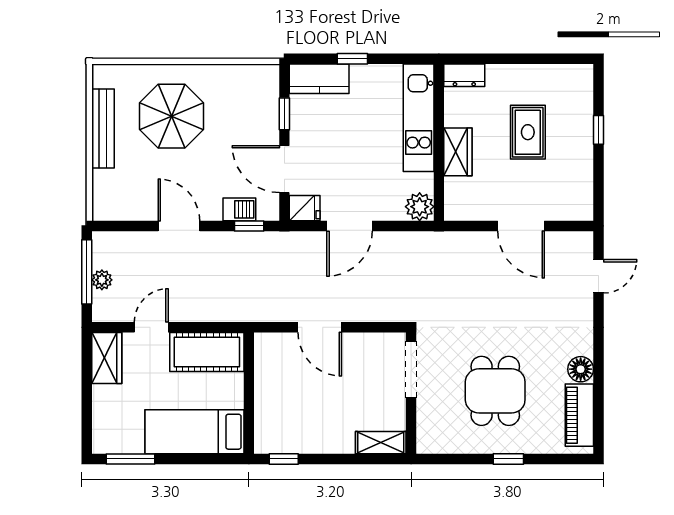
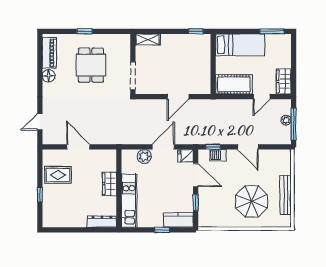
dresser: (464, 75) -> (102, 222), width x1.44
rug: (528, 132) -> (58, 175), moved, turned 90
plant: (420, 207) -> (144, 156), moved
door: (320, 327) -> (178, 97), swing flipped

